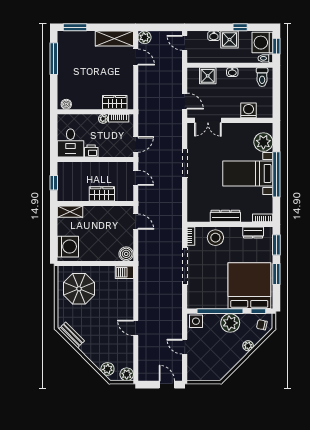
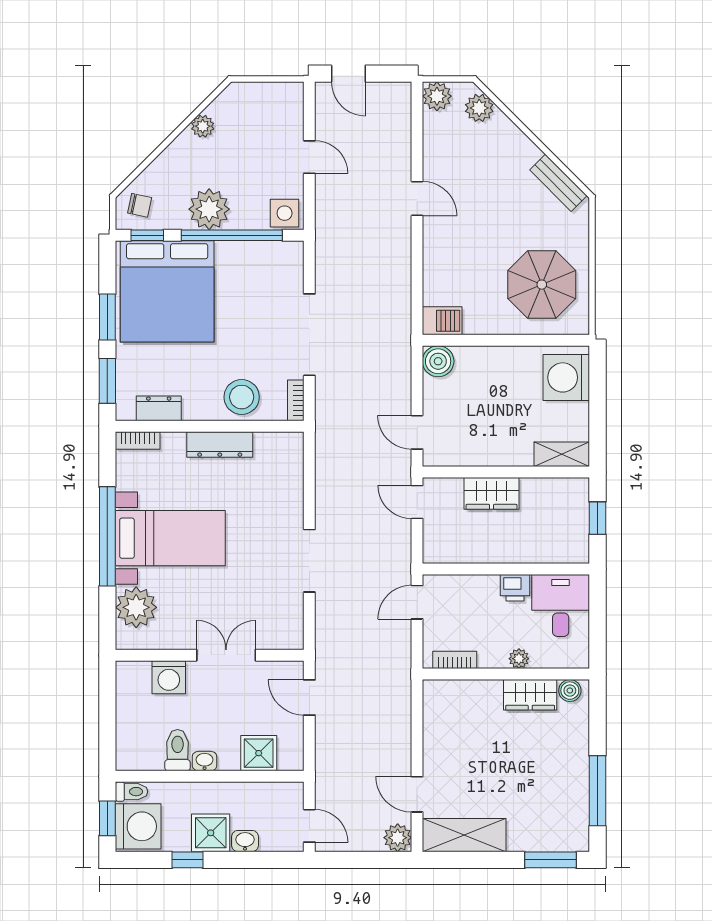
toilet: (262, 77) -> (178, 750), moved
wardrobe: (115, 102) -> (530, 695), moved
plant: (103, 119) -> (519, 659), moved
double door: (208, 120) -> (226, 655), moved
door: (136, 178) -> (417, 502), moved
plant: (248, 346) -> (203, 126), moved

